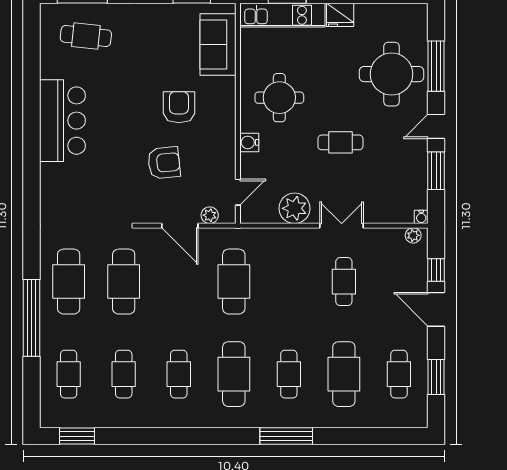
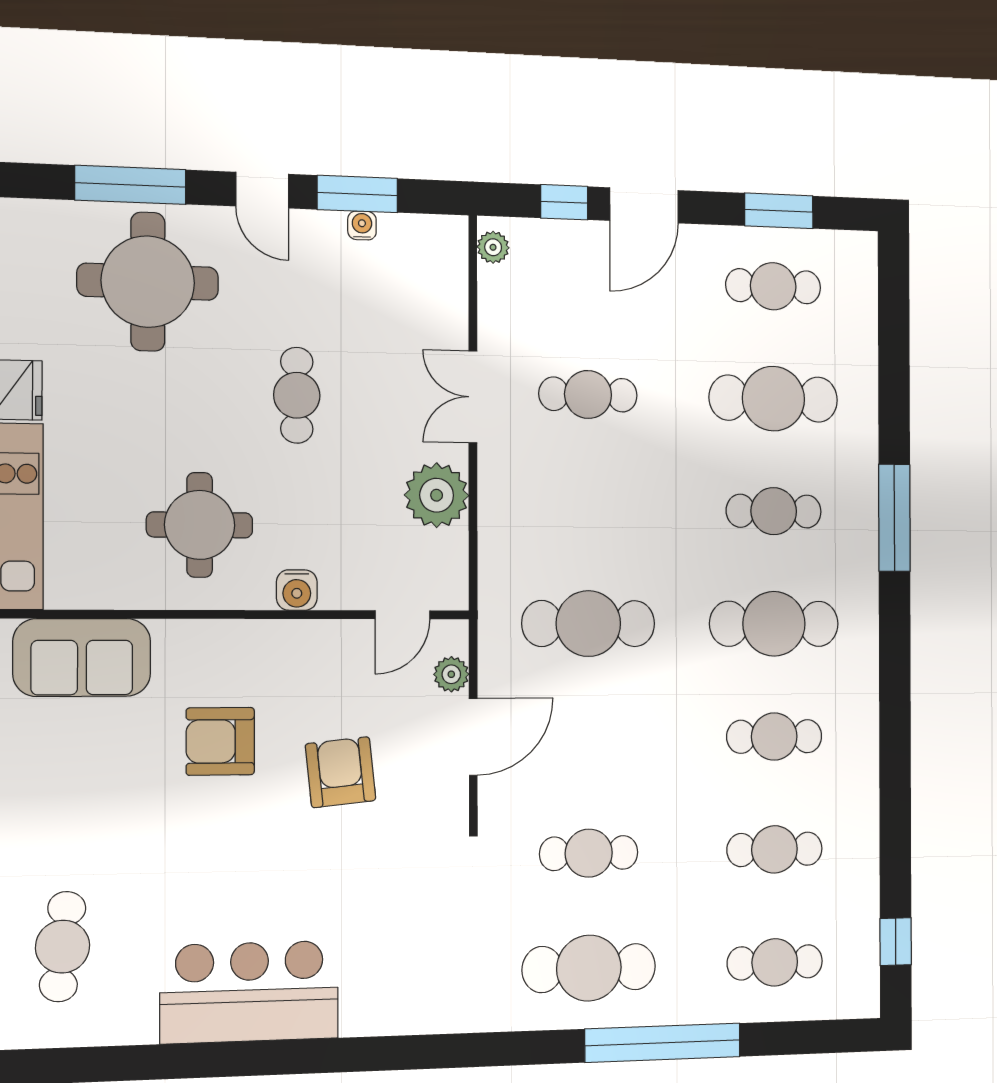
door: (238, 192) -> (403, 615), swing flipped
water cooler: (421, 217) -> (362, 226), moved, turned -90
cafe table: (124, 282) -> (589, 853), width x0.73, depth x0.74
window: (77, 436) -> (896, 942), width x0.67

